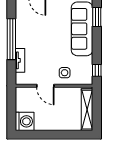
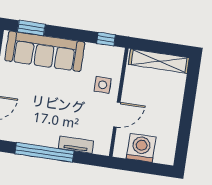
washing machine: (25, 121) -> (141, 148), moved

